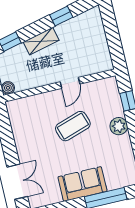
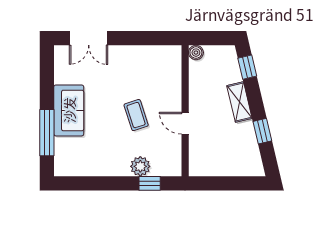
coffee table: (73, 126) -> (136, 115), width x0.73, depth x0.77
plant: (119, 126) -> (140, 166), moved

